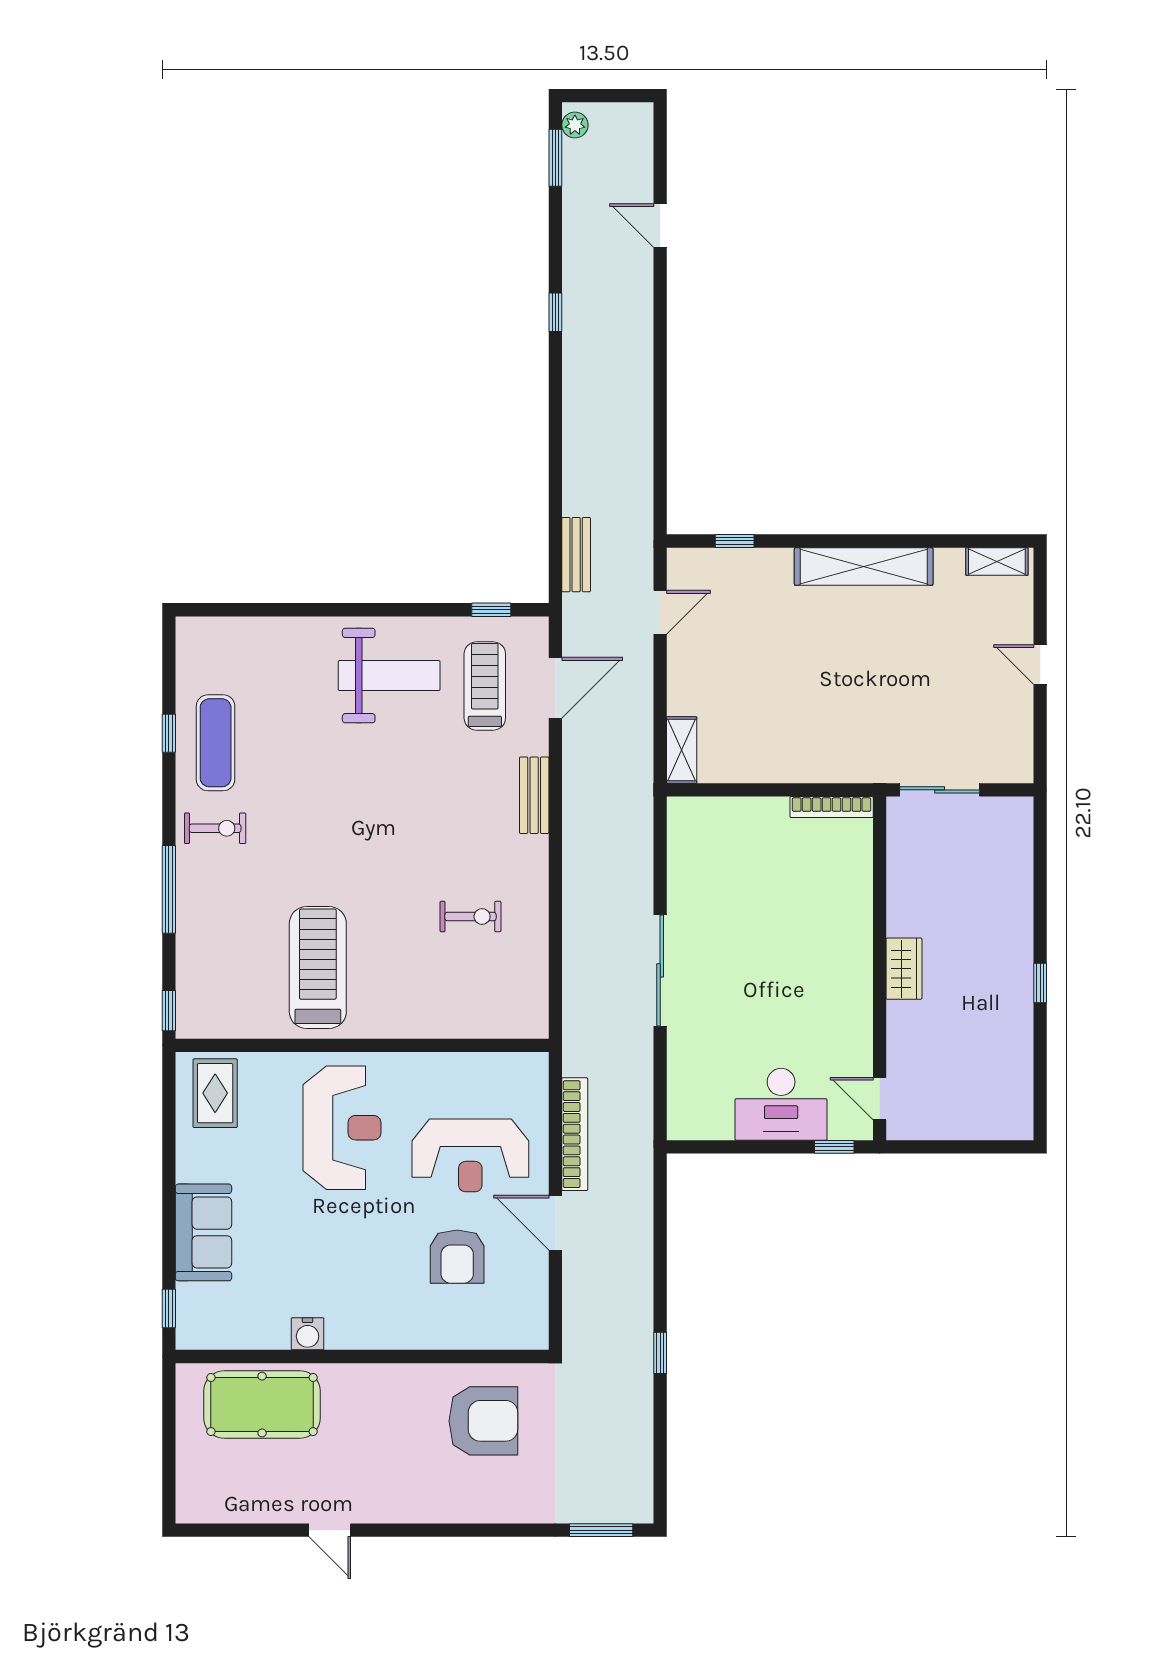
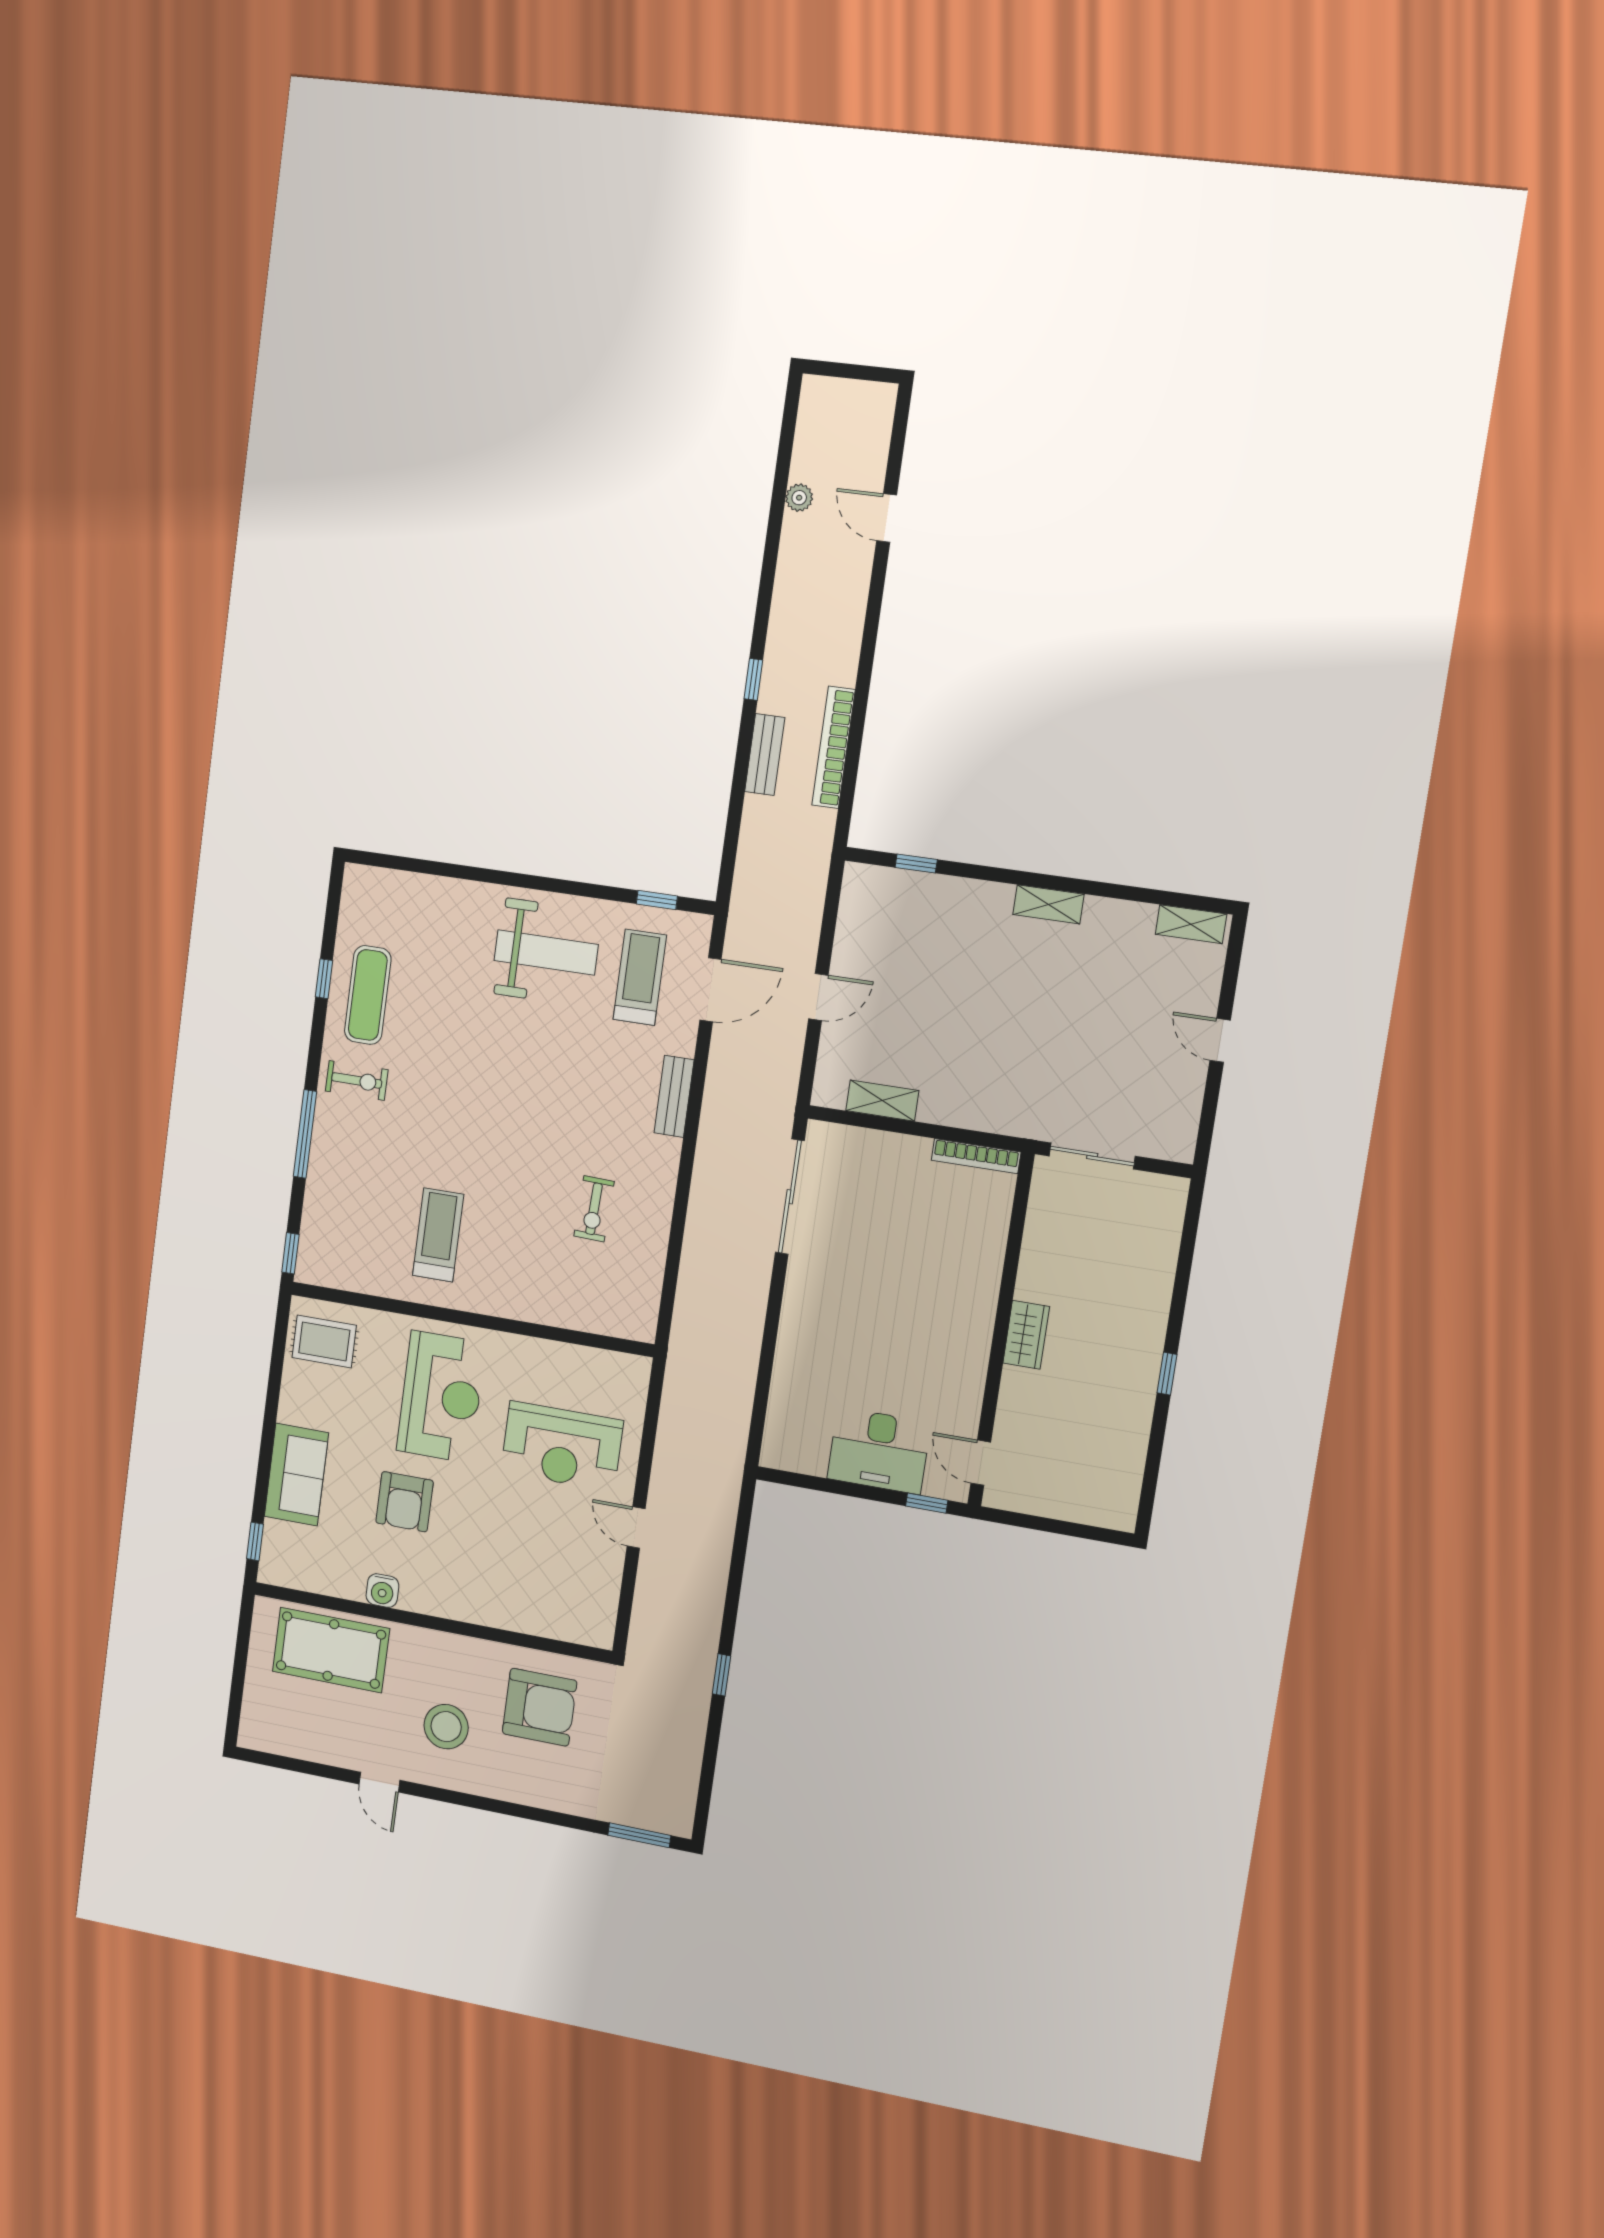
plant: (575, 125) -> (799, 498), moved
window: (555, 158) -> (788, 433), removed
window: (555, 312) -> (753, 679), moved
bench: (576, 555) -> (765, 755), moved
shelving: (864, 566) -> (1048, 904), width x0.45, depth x0.75
door: (660, 612) -> (818, 997), moved
shelving: (682, 750) -> (882, 1101), moved, turned 90
exercise bike: (471, 917) -> (594, 1209), turned 92
treadmill: (318, 968) -> (438, 1235), width x0.73, depth x0.73
sliding door: (660, 970) -> (790, 1197), moved
rug: (215, 1093) -> (324, 1342), turned 90
bookcase: (575, 1134) -> (833, 747), moved, turned 180
door: (555, 1223) -> (636, 1527), width x0.73
armchair: (457, 1257) -> (404, 1502), moved
stool: (391, 1459) -> (446, 1727), added

